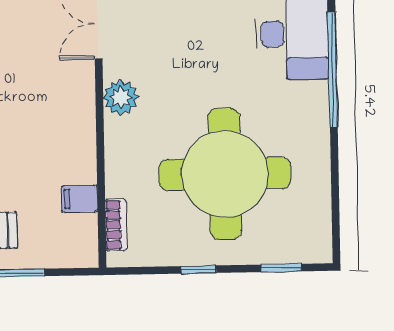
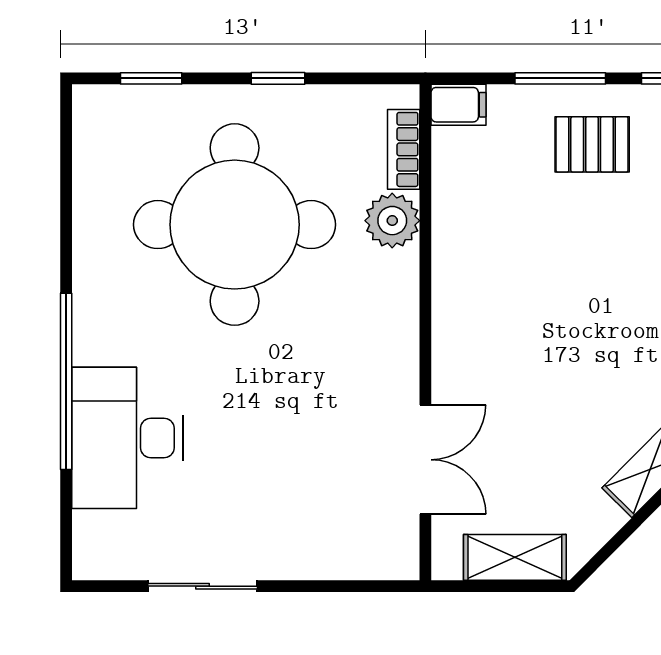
plant: (121, 98) -> (392, 221), moved
filing cabinet: (80, 199) -> (459, 105), moved

